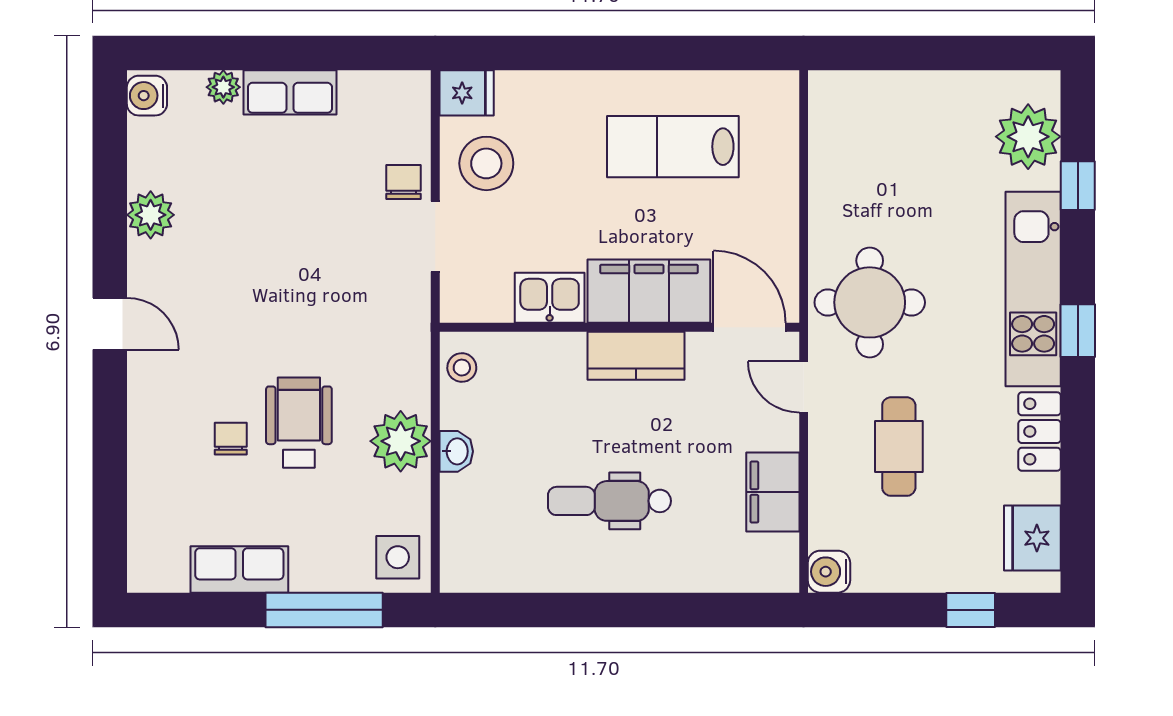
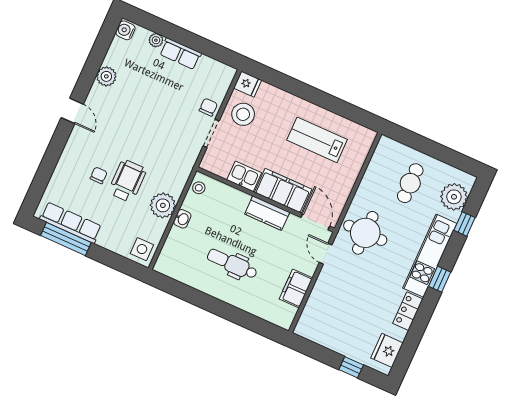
cafe table: (899, 447) -> (410, 183), moved
row of seats: (239, 569) -> (71, 223), width x1.48
water cooler: (829, 572) -> (304, 328), removed
window: (324, 610) -> (66, 239), moved

